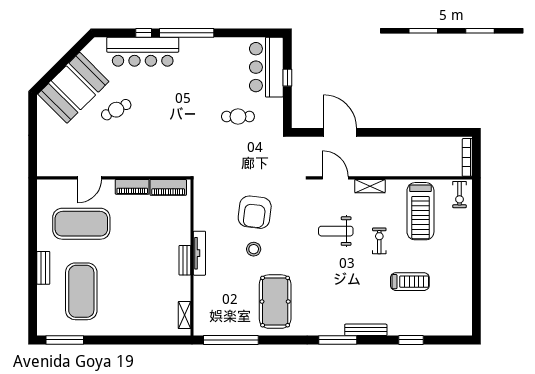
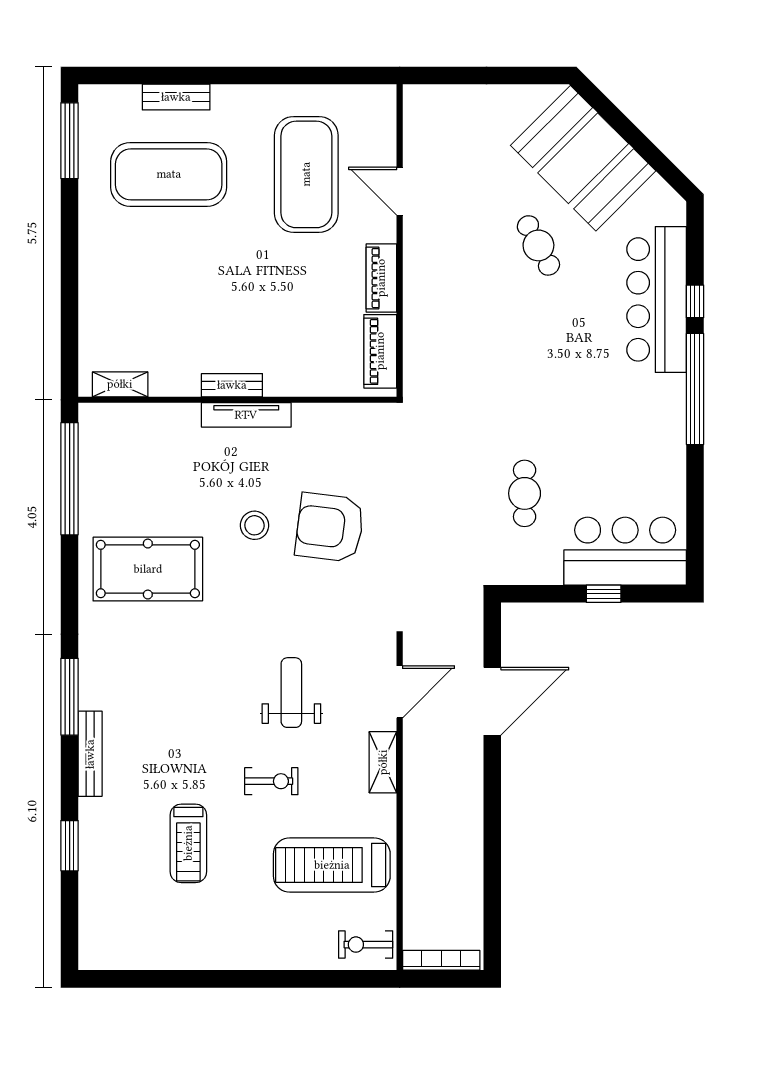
bench: (43, 268) -> (176, 97), moved

